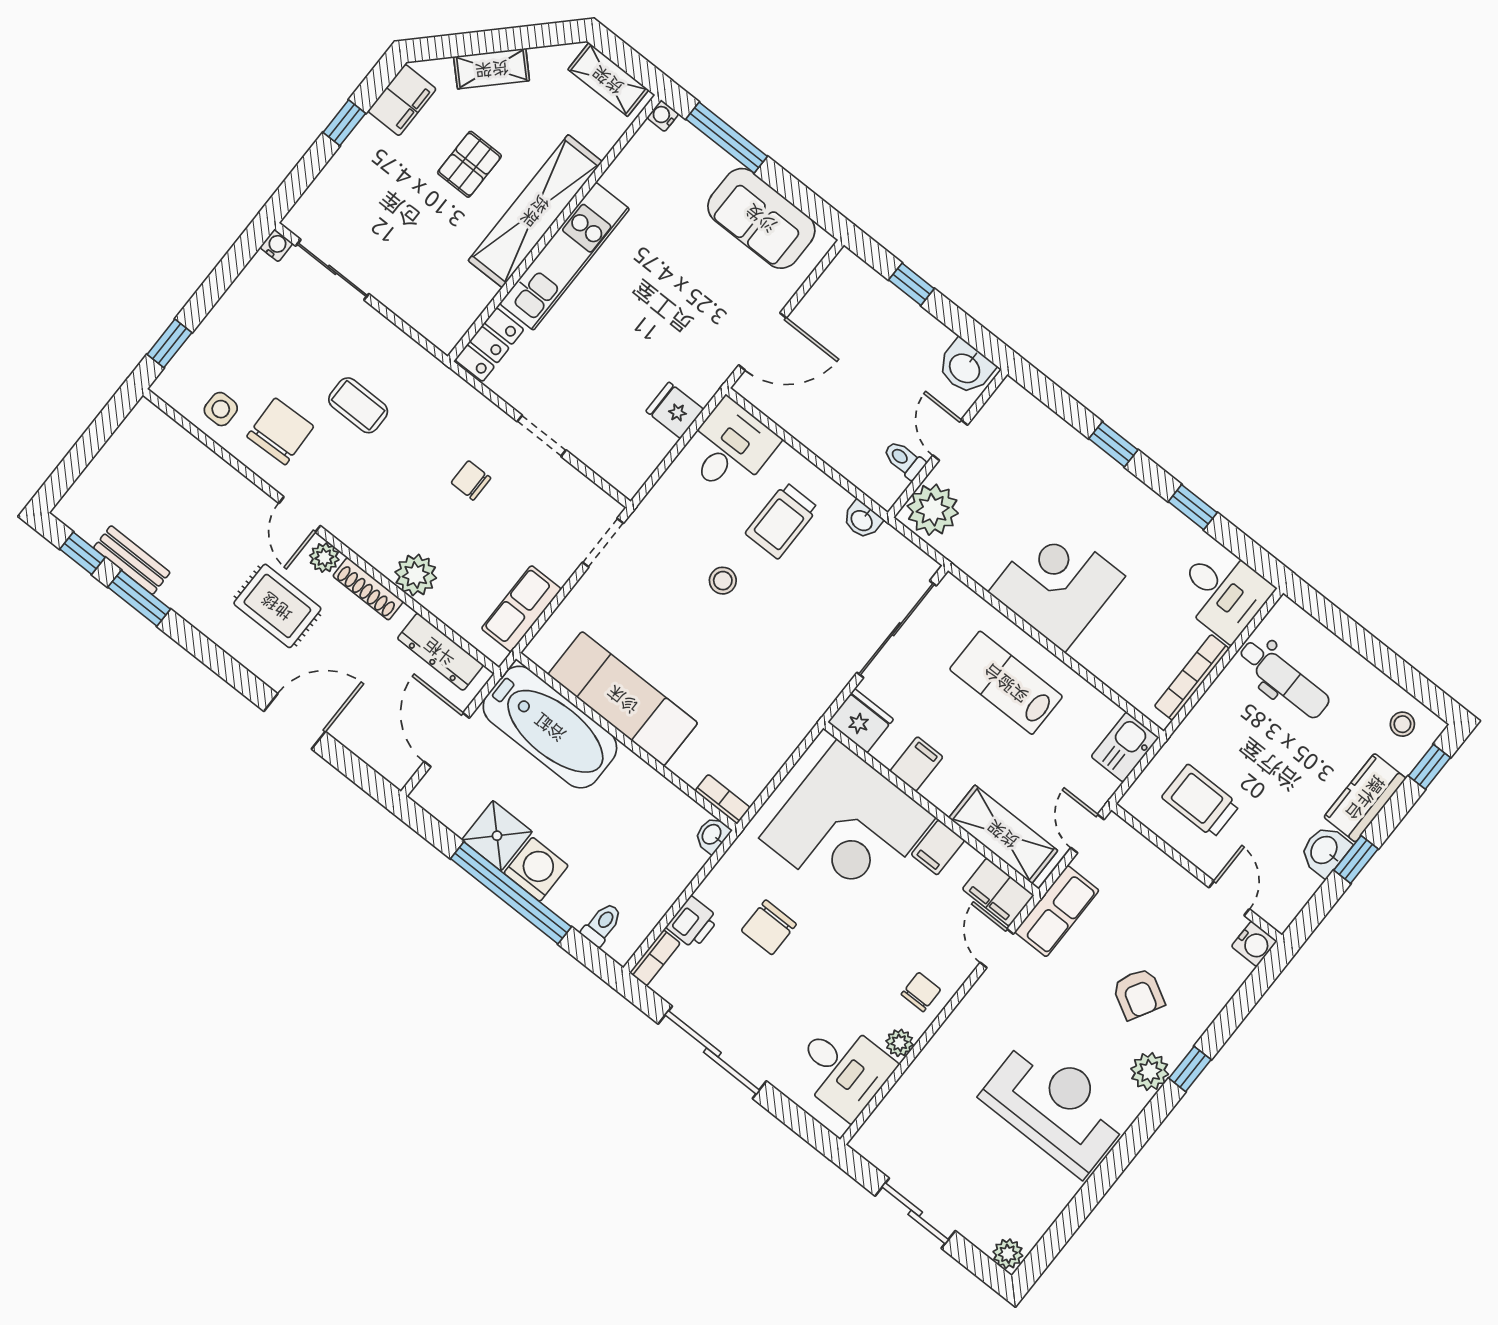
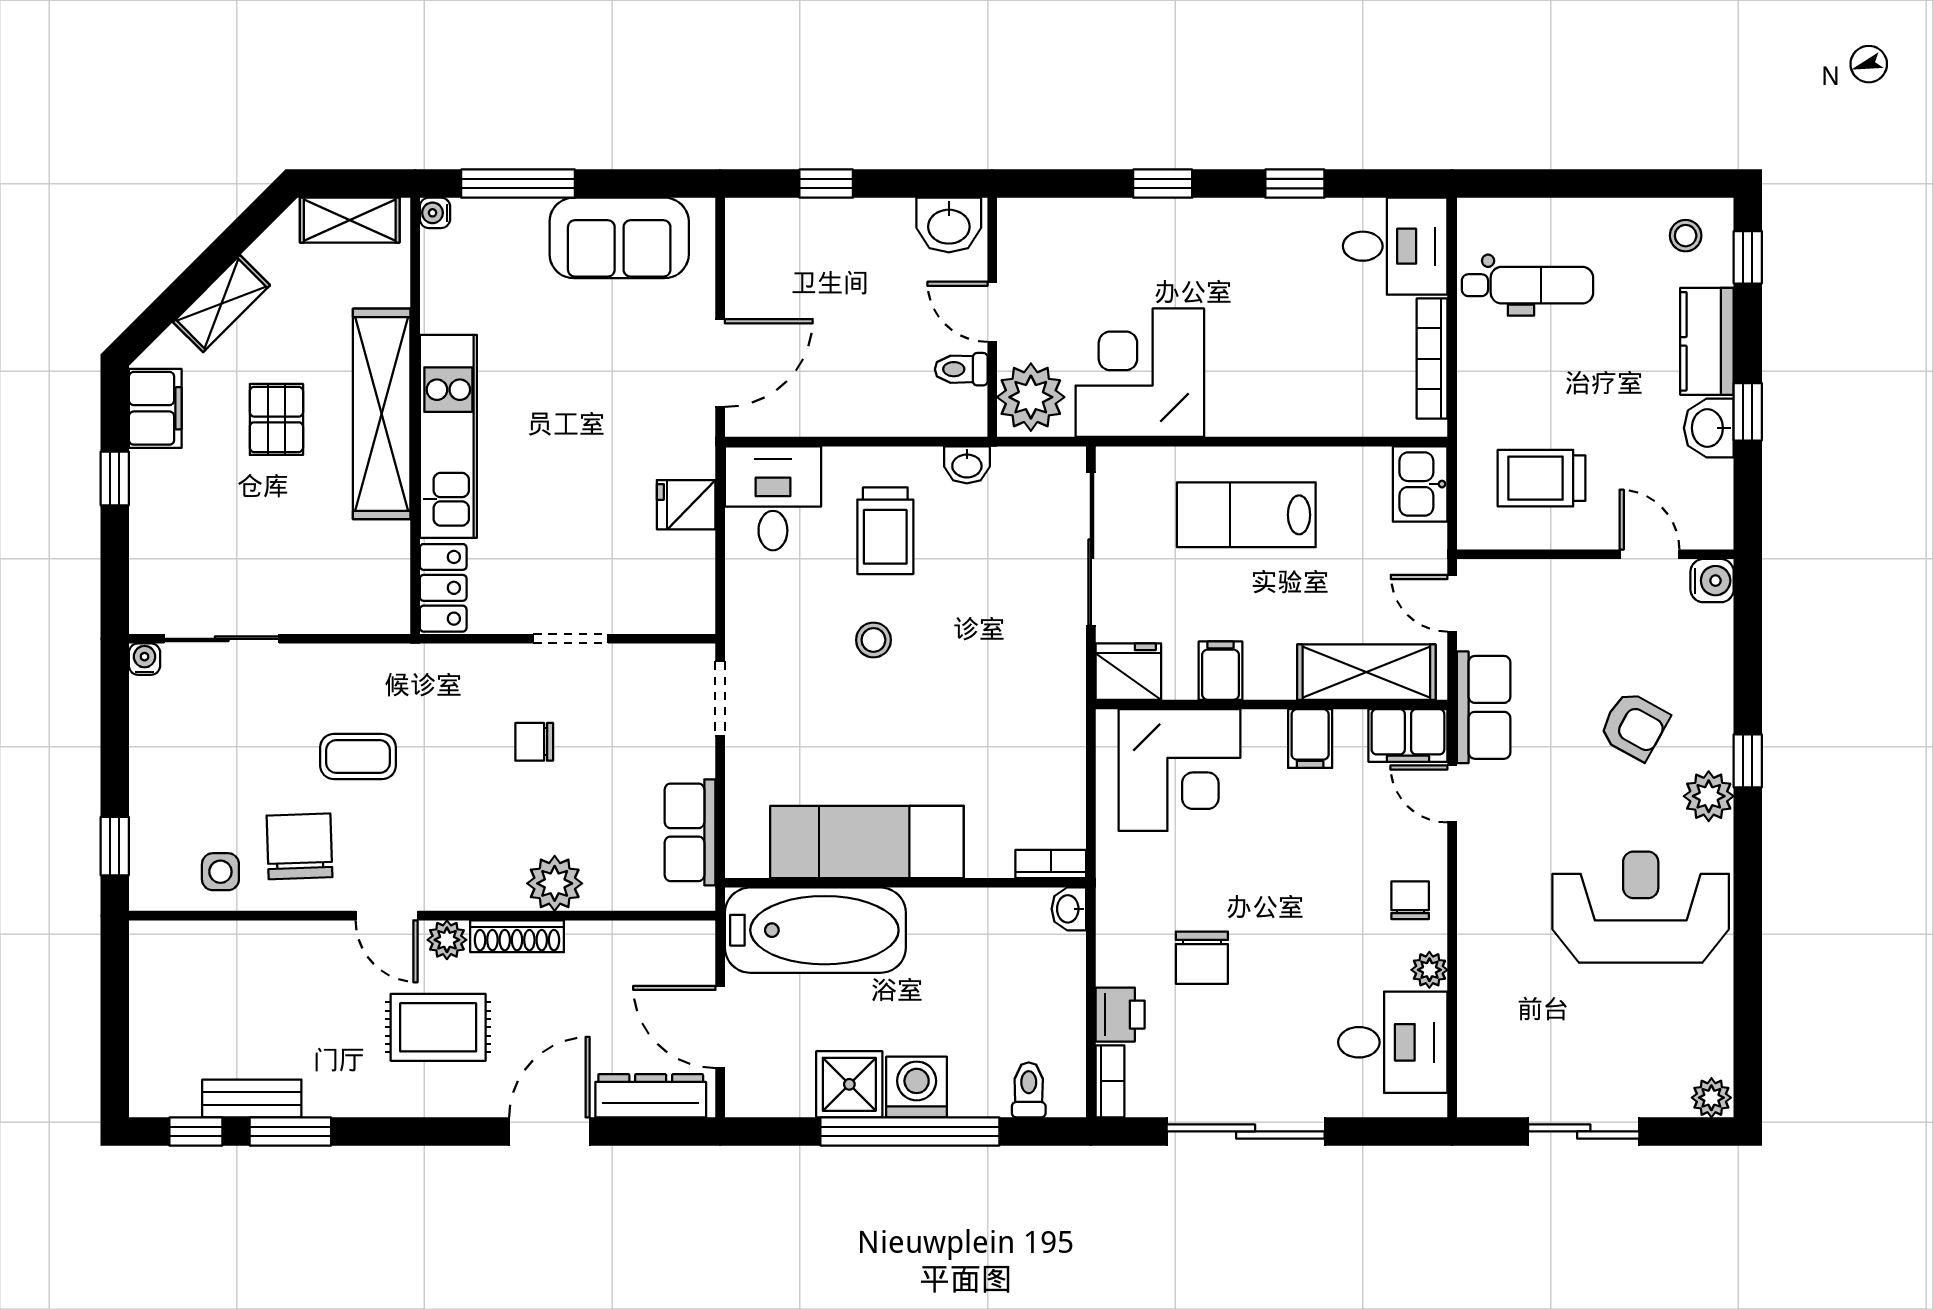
corner desk: (1057, 584) -> (1140, 373), moved
dresser: (440, 652) -> (651, 1096), moved, turned 180
corner desk: (847, 828) -> (1180, 770), width x0.74, depth x0.74

